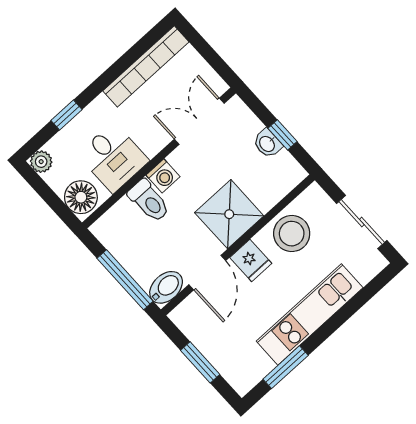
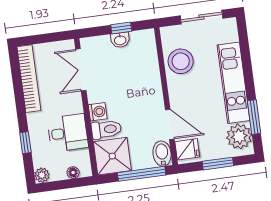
floor lamp: (81, 197) -> (73, 173), width x0.53, depth x0.53
shower: (229, 214) -> (112, 156), moved
fridge: (251, 260) -> (187, 149), moved
plant: (250, 365) -> (239, 136), added

